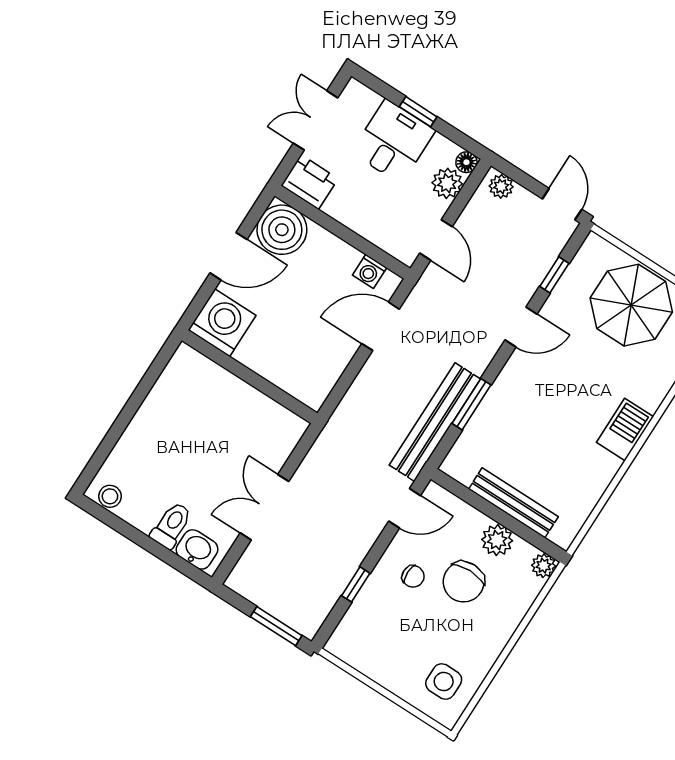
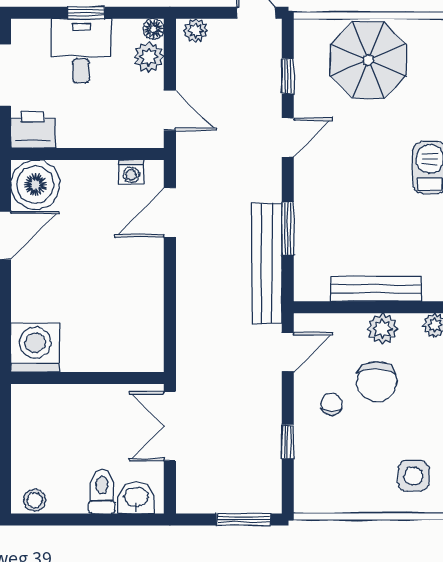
washing machine: (222, 323) -> (35, 348), moved
wall: (250, 377) -> (87, 378), moved
chair: (413, 576) -> (331, 404), turned -90

